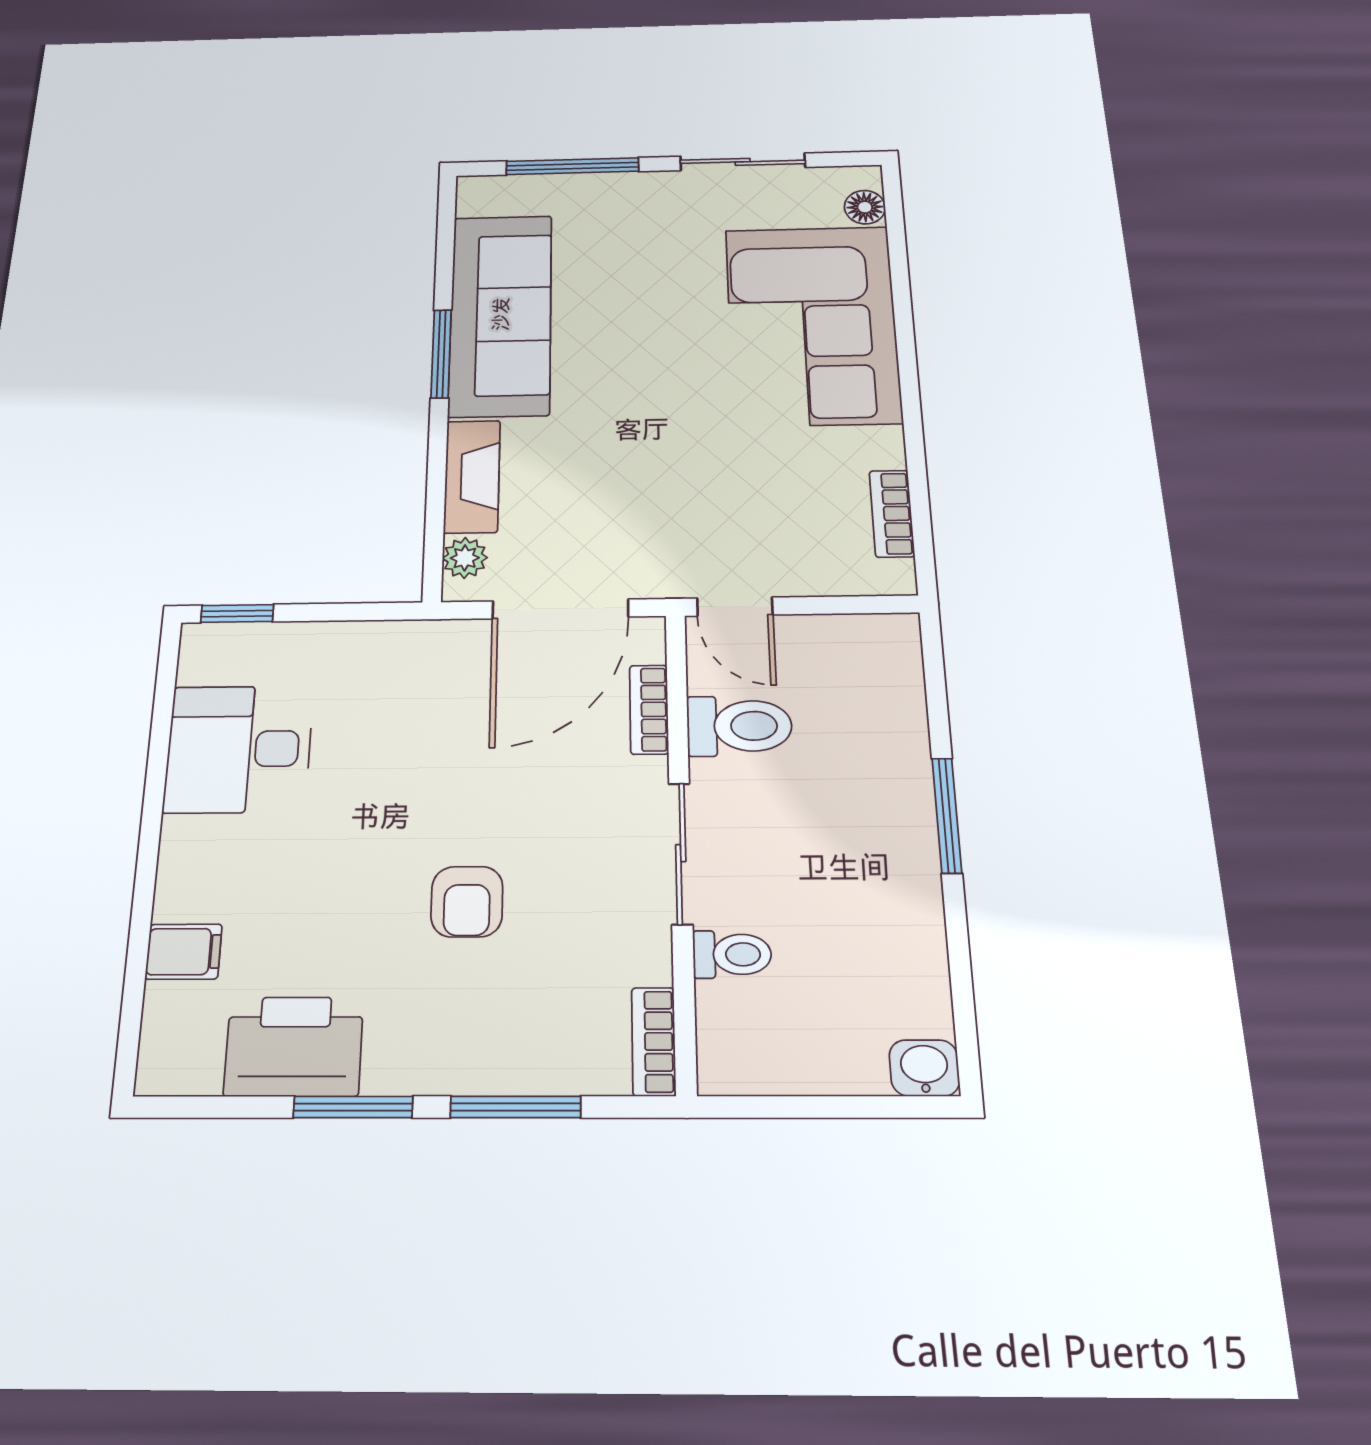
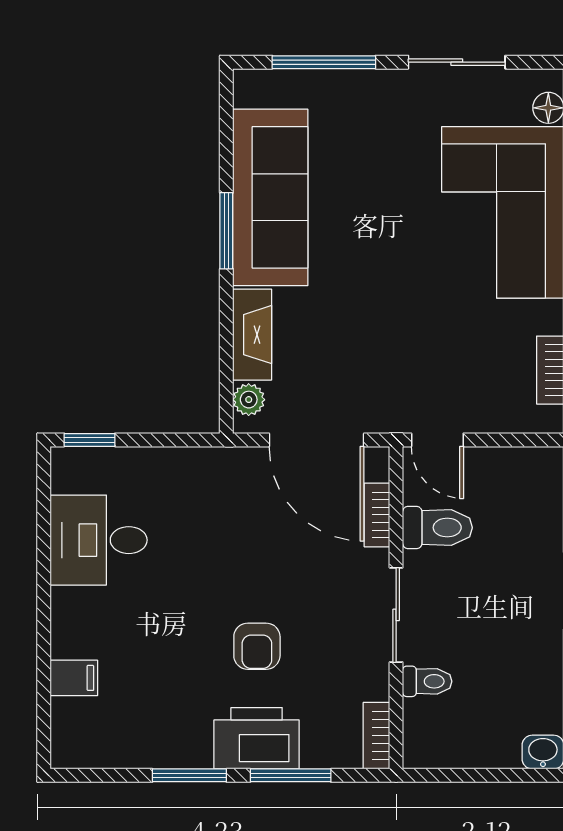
door: (560, 609) -> (317, 440), hinge flipped
printer: (294, 1046) -> (257, 738), moved

